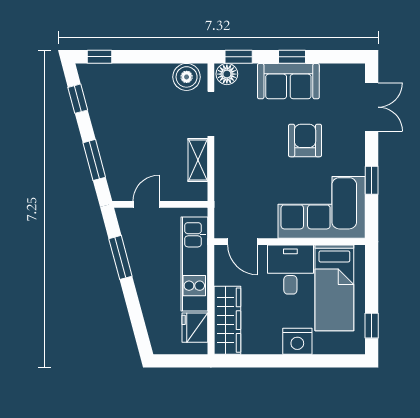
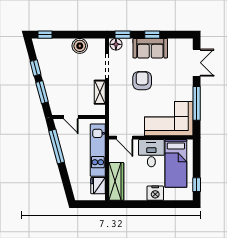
boiler: (187, 77) -> (80, 46), moved
window: (78, 99) -> (36, 68), moved
armchair: (305, 140) -> (142, 81), moved
window: (372, 180) -> (197, 103), width x2.17
door: (146, 204) -> (71, 117), swing flipped
window: (120, 257) -> (57, 146), width x1.44

